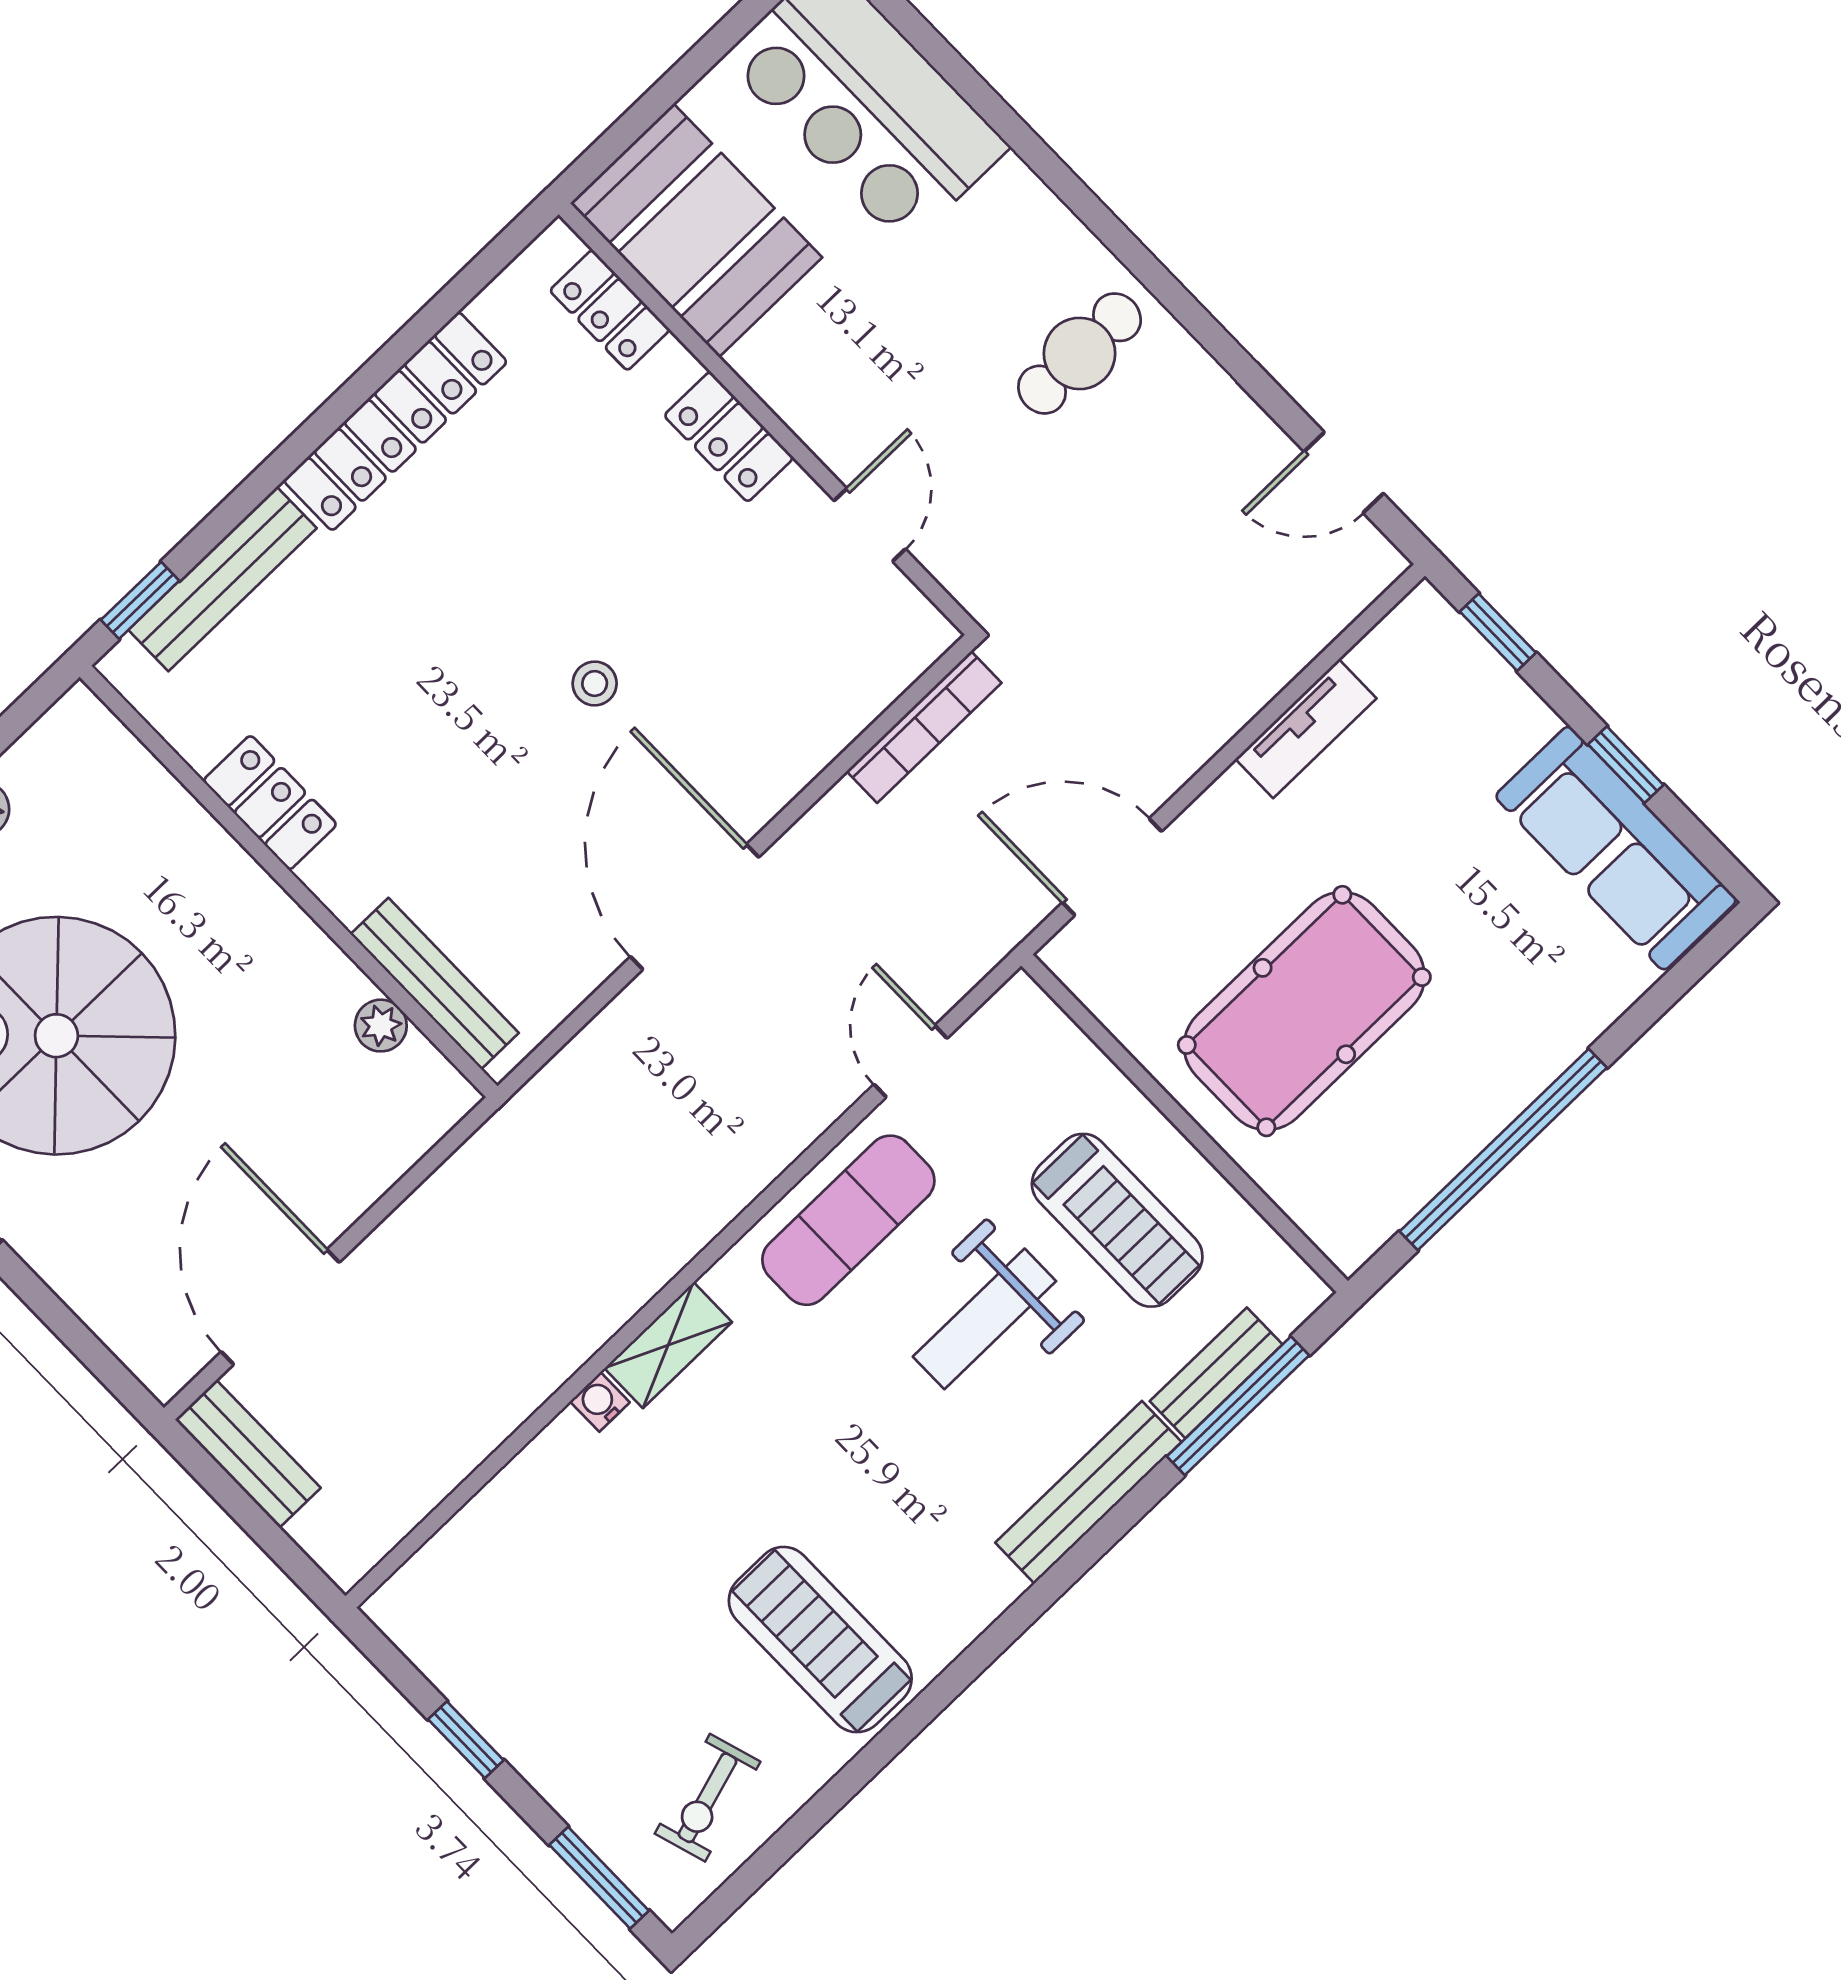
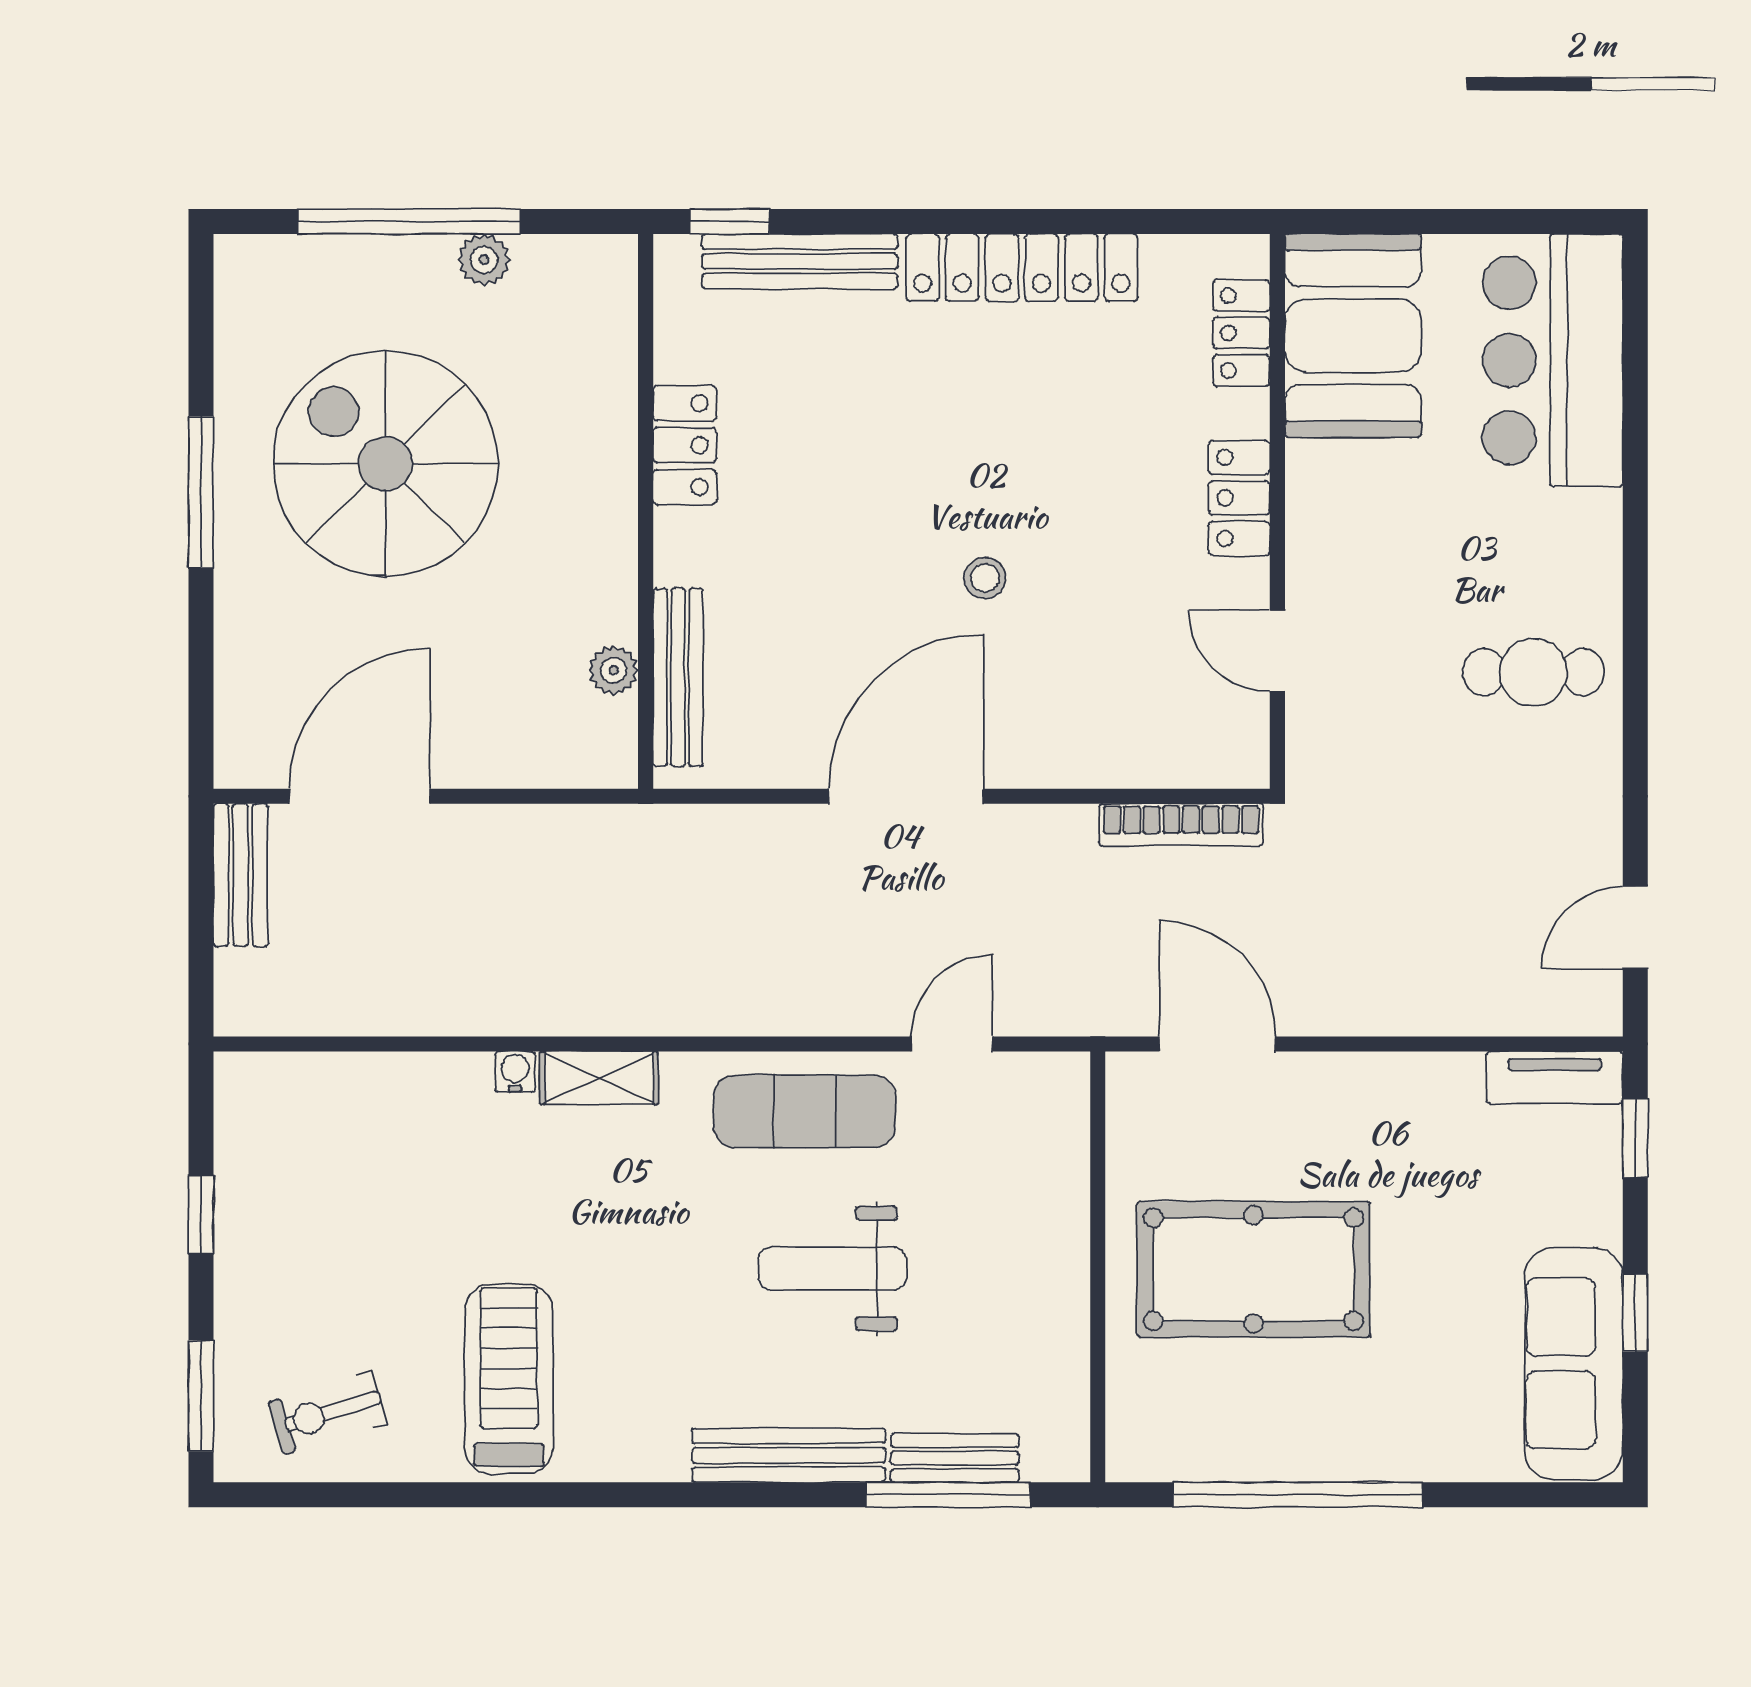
door: (1344, 472) -> (1635, 928), hinge flipped
door: (870, 525) -> (1277, 651), swing flipped
tv unit: (1306, 729) -> (1555, 1077), moved
treadmill: (1117, 1220) -> (988, 1289), removed

